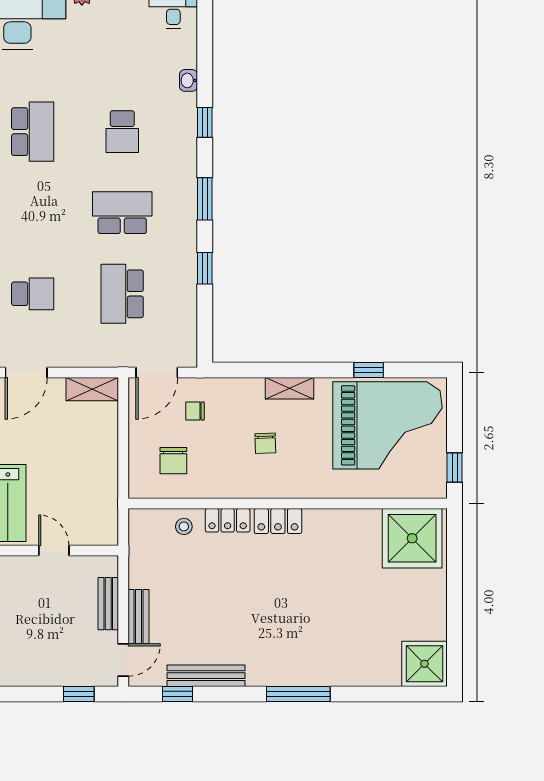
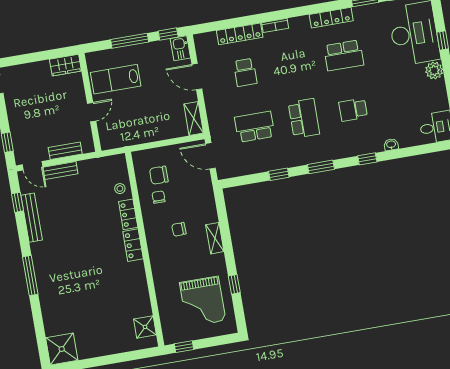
chair: (195, 411) -> (159, 197), moved
grand piano: (387, 425) -> (203, 302), width x0.73, depth x0.68
shower: (412, 538) -> (145, 327), width x0.54, depth x0.54

